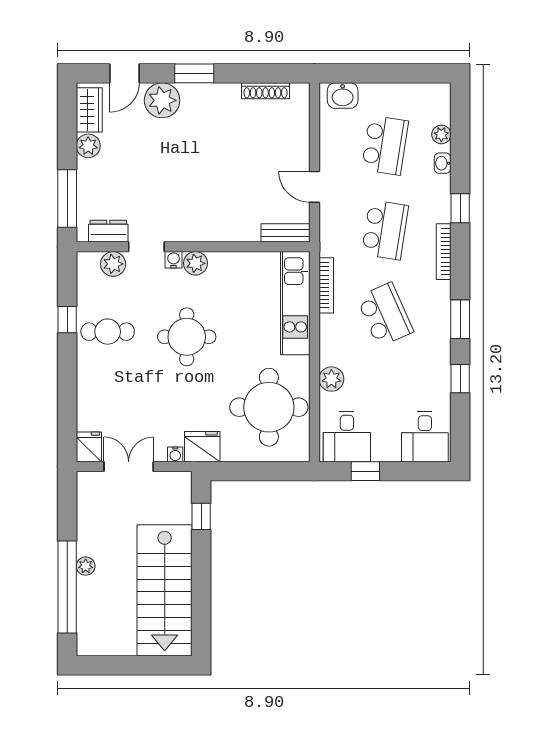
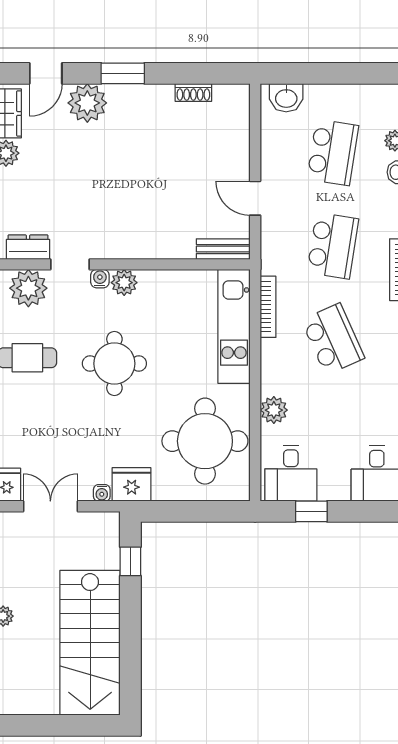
shoe rack: (266, 91) -> (193, 92), width x0.70
plant: (113, 264) -> (28, 288), width x1.36, depth x1.36

